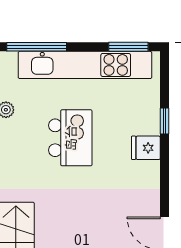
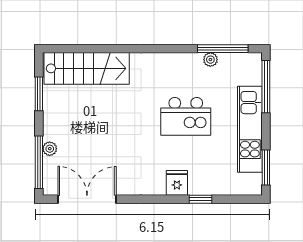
kitchen unit: (85, 65) -> (250, 129), width x0.73

